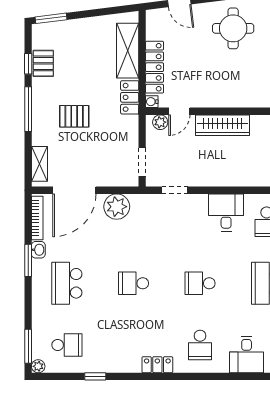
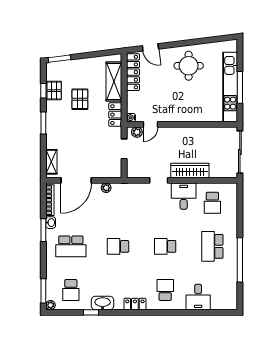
locker: (155, 67) -> (133, 72), moved
window: (28, 109) -> (43, 123), width x0.69
pallet: (74, 116) -> (80, 99), moved, turned 90
wardrobe: (223, 125) -> (190, 171), moved, turned 180
doorway: (142, 162) -> (124, 149), moved
doorway: (175, 190) -> (159, 180), moved
plant: (117, 207) -> (106, 188), width x0.53, depth x0.53
school desk: (67, 283) -> (71, 246), turned -90
school desk: (67, 345) -> (71, 290), turned 90
school desk: (200, 345) -> (165, 290), turned 180
washbasin: (112, 363) -> (103, 303), added

